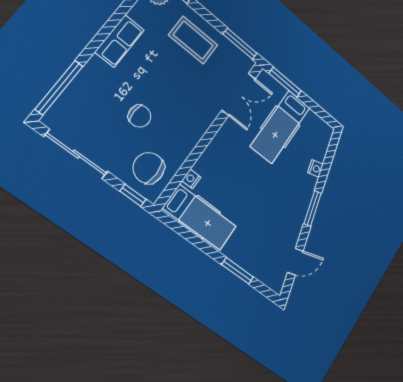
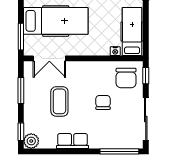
coffee table: (193, 40) -> (59, 101), moved
window: (240, 44) -> (21, 90), moved
double door: (239, 94) -> (49, 58), swing flipped
hospital bed: (280, 127) -> (56, 21), width x1.37, depth x1.29

